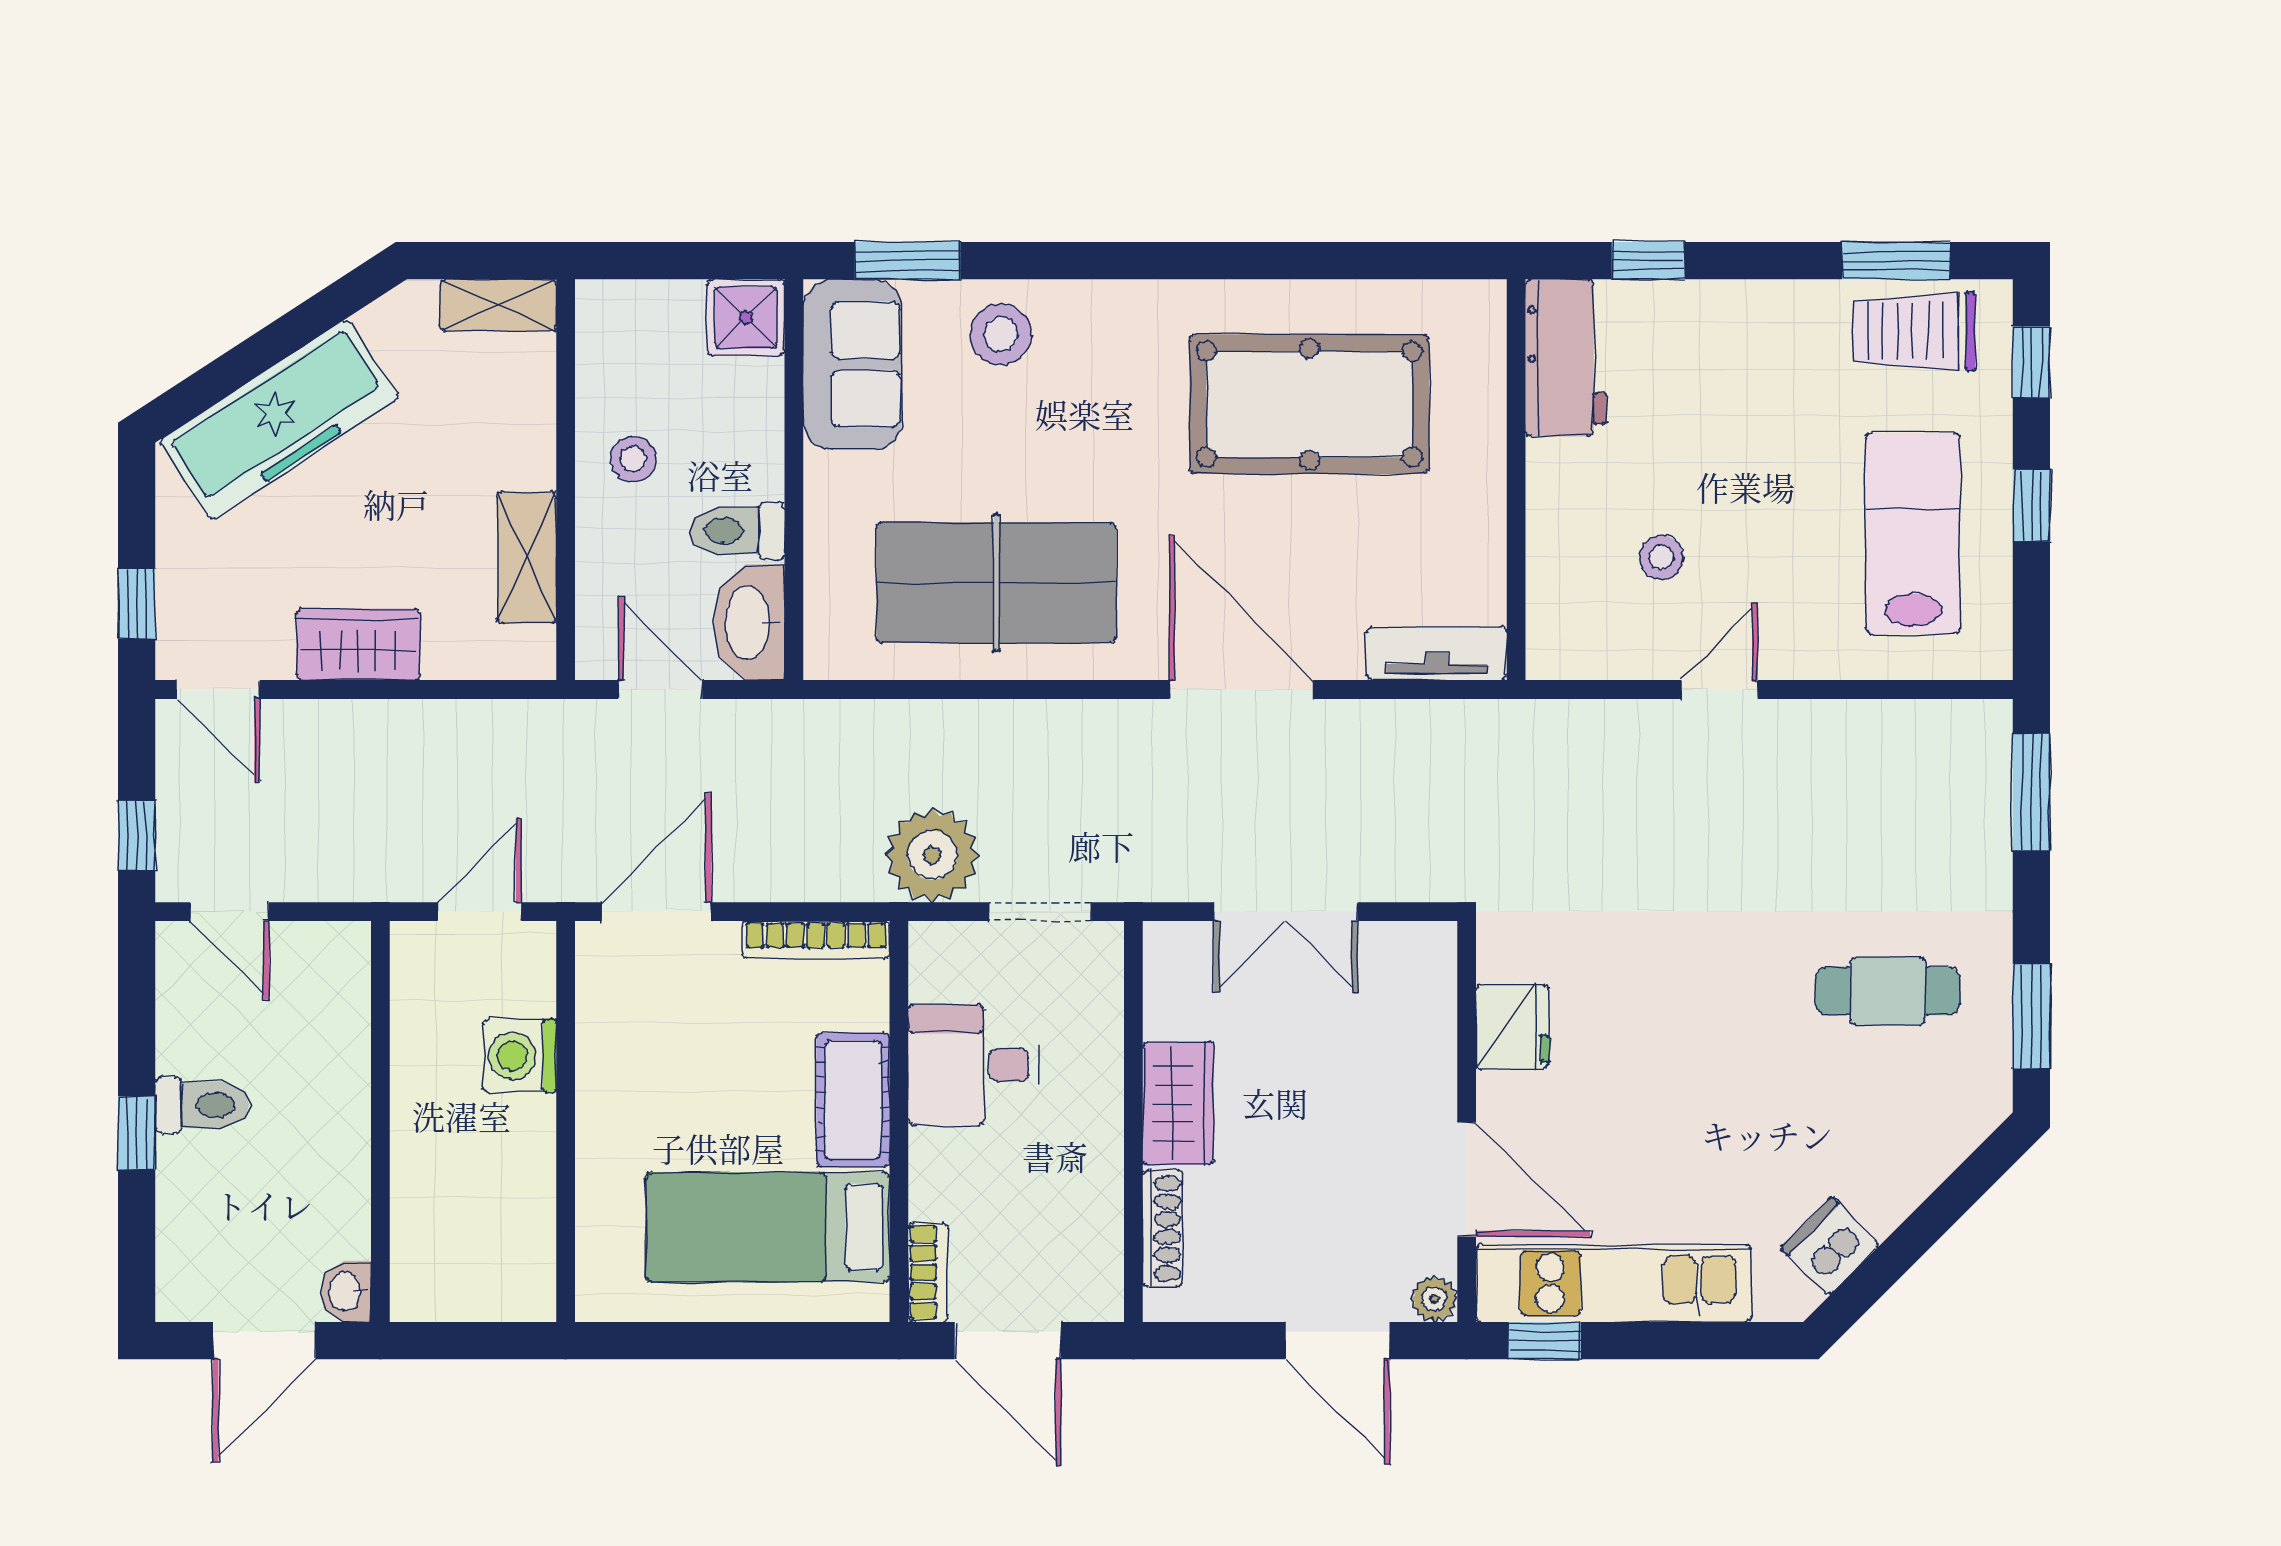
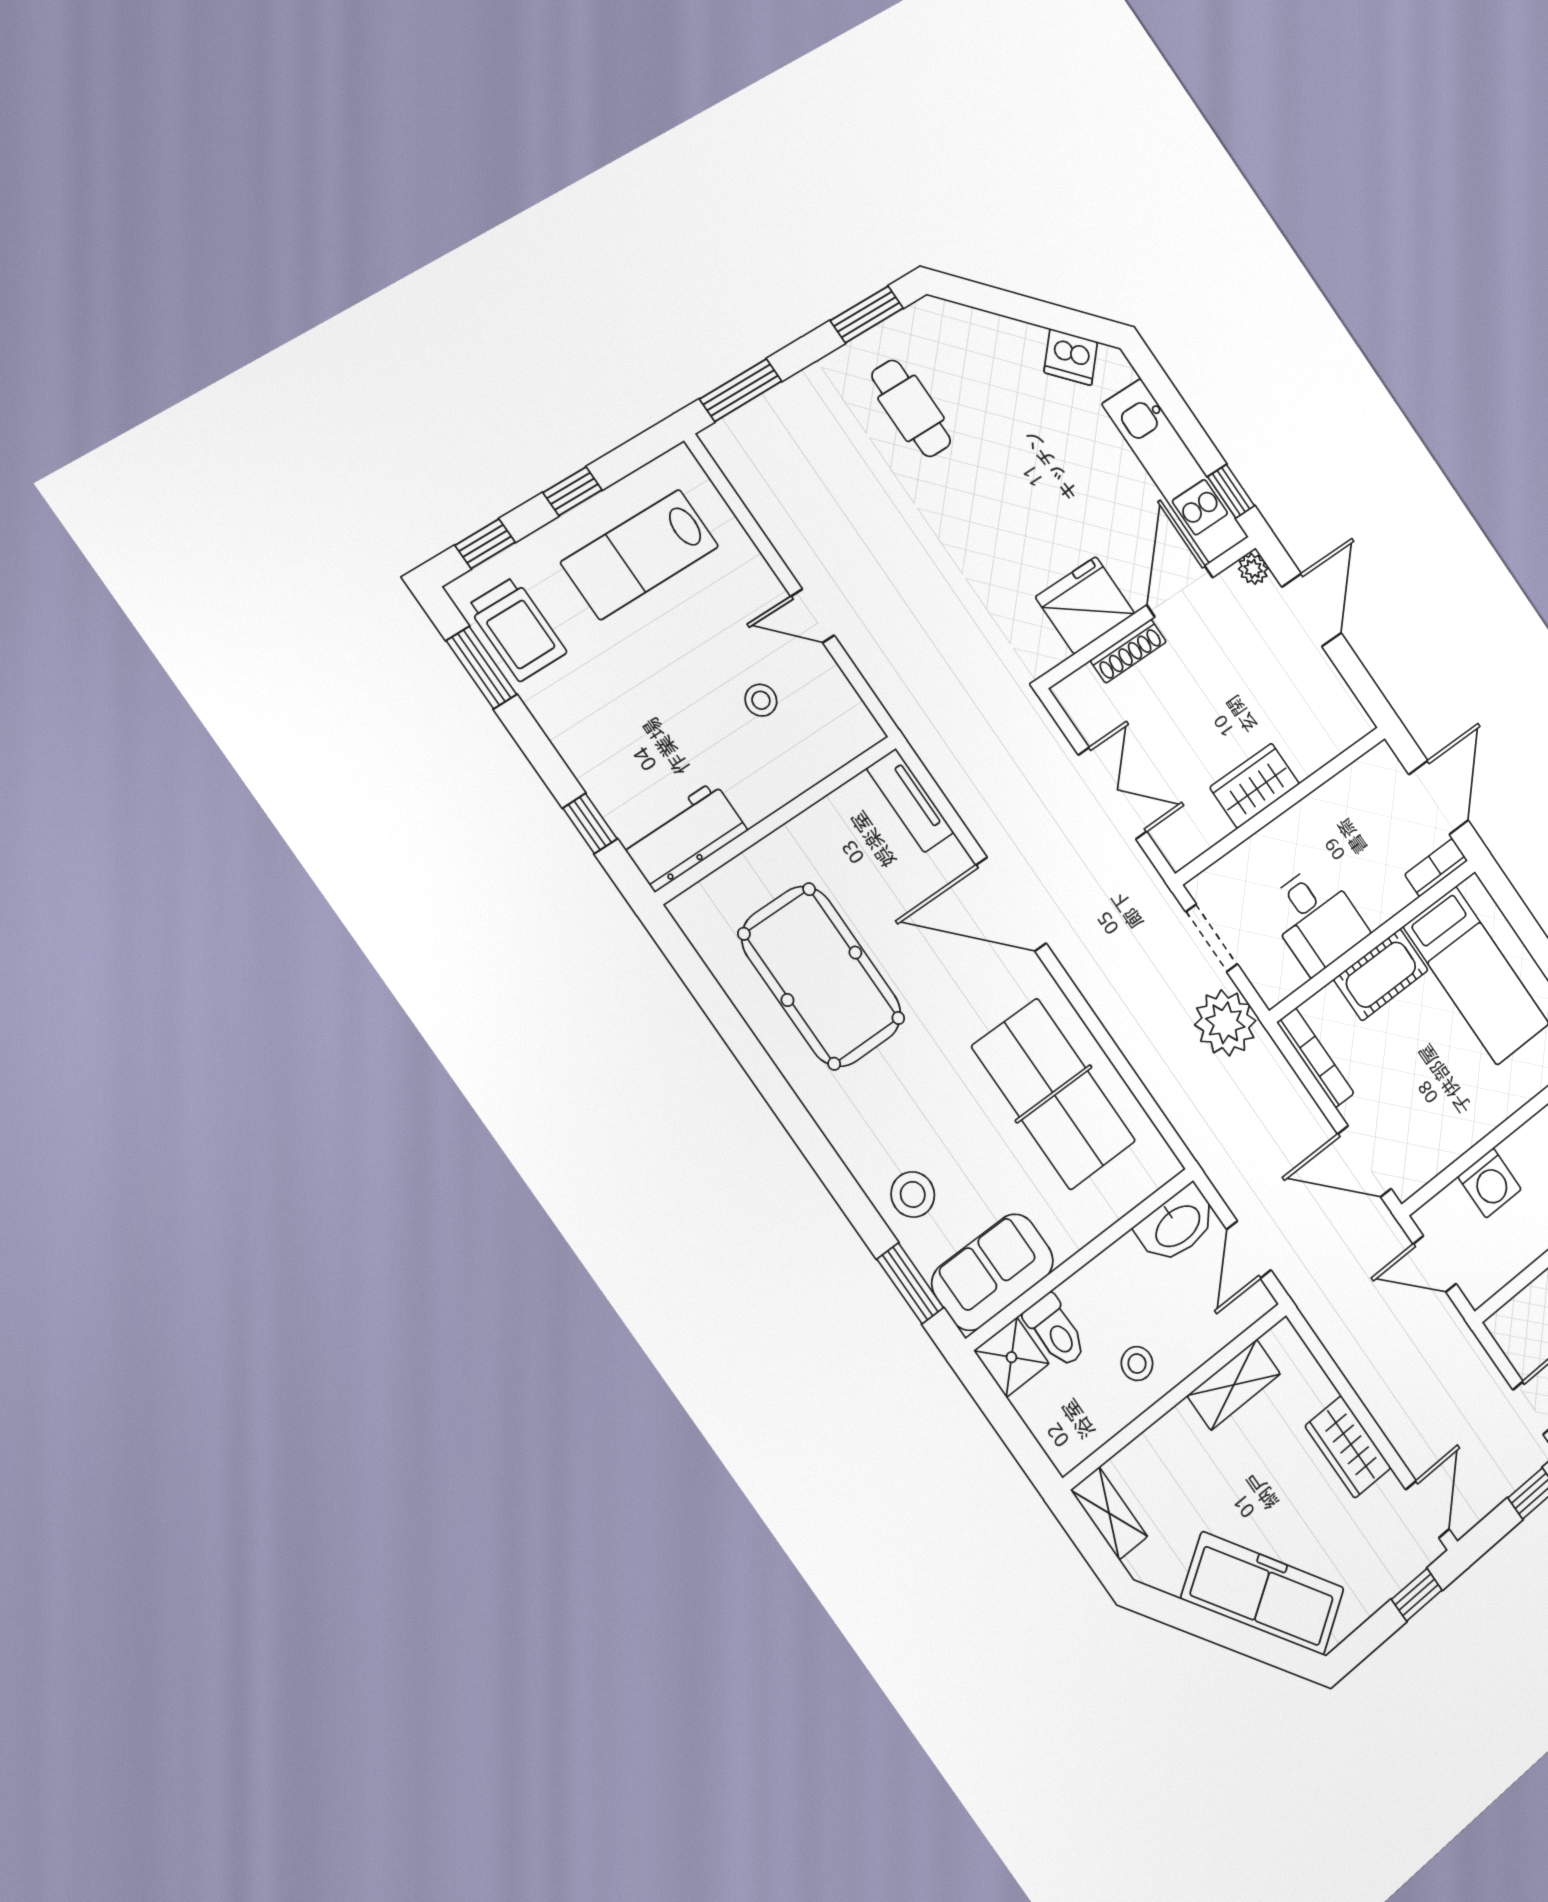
toilet: (737, 531) -> (1056, 1331), moved
door: (1241, 690) -> (1011, 904), hinge flipped
fridge: (1513, 1027) -> (1085, 605), width x1.36, depth x1.34
shoe rack: (1163, 1228) -> (1128, 651), moved, turned 180

